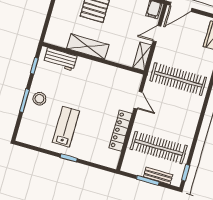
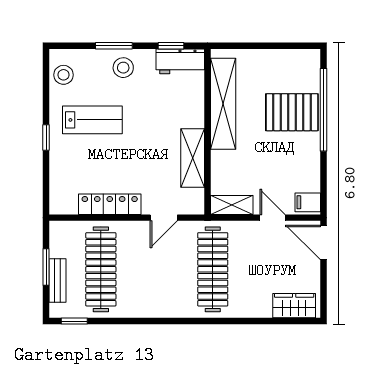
shelving: (88, 47) -> (223, 104), width x1.47
workbench: (60, 59) -> (180, 61), moved, turned -90
shelving: (107, 72) -> (193, 158), added
stool: (33, 136) -> (64, 75), added

